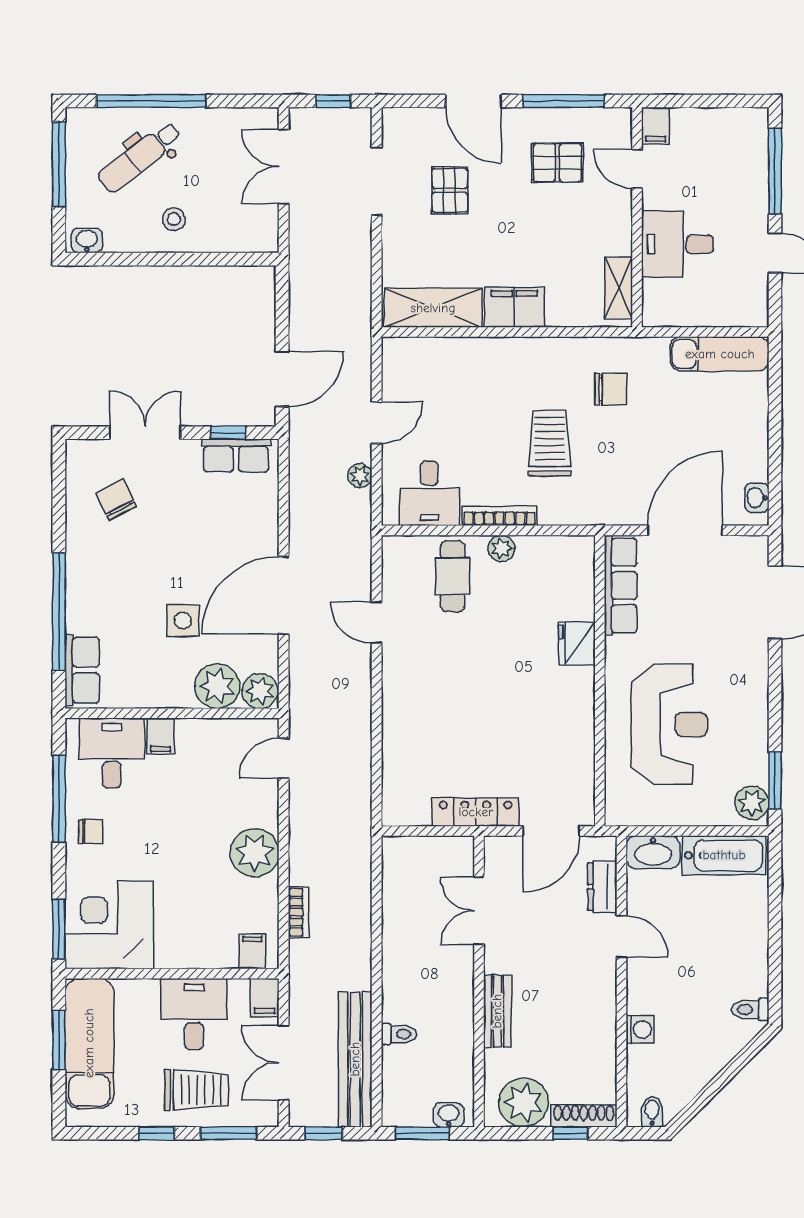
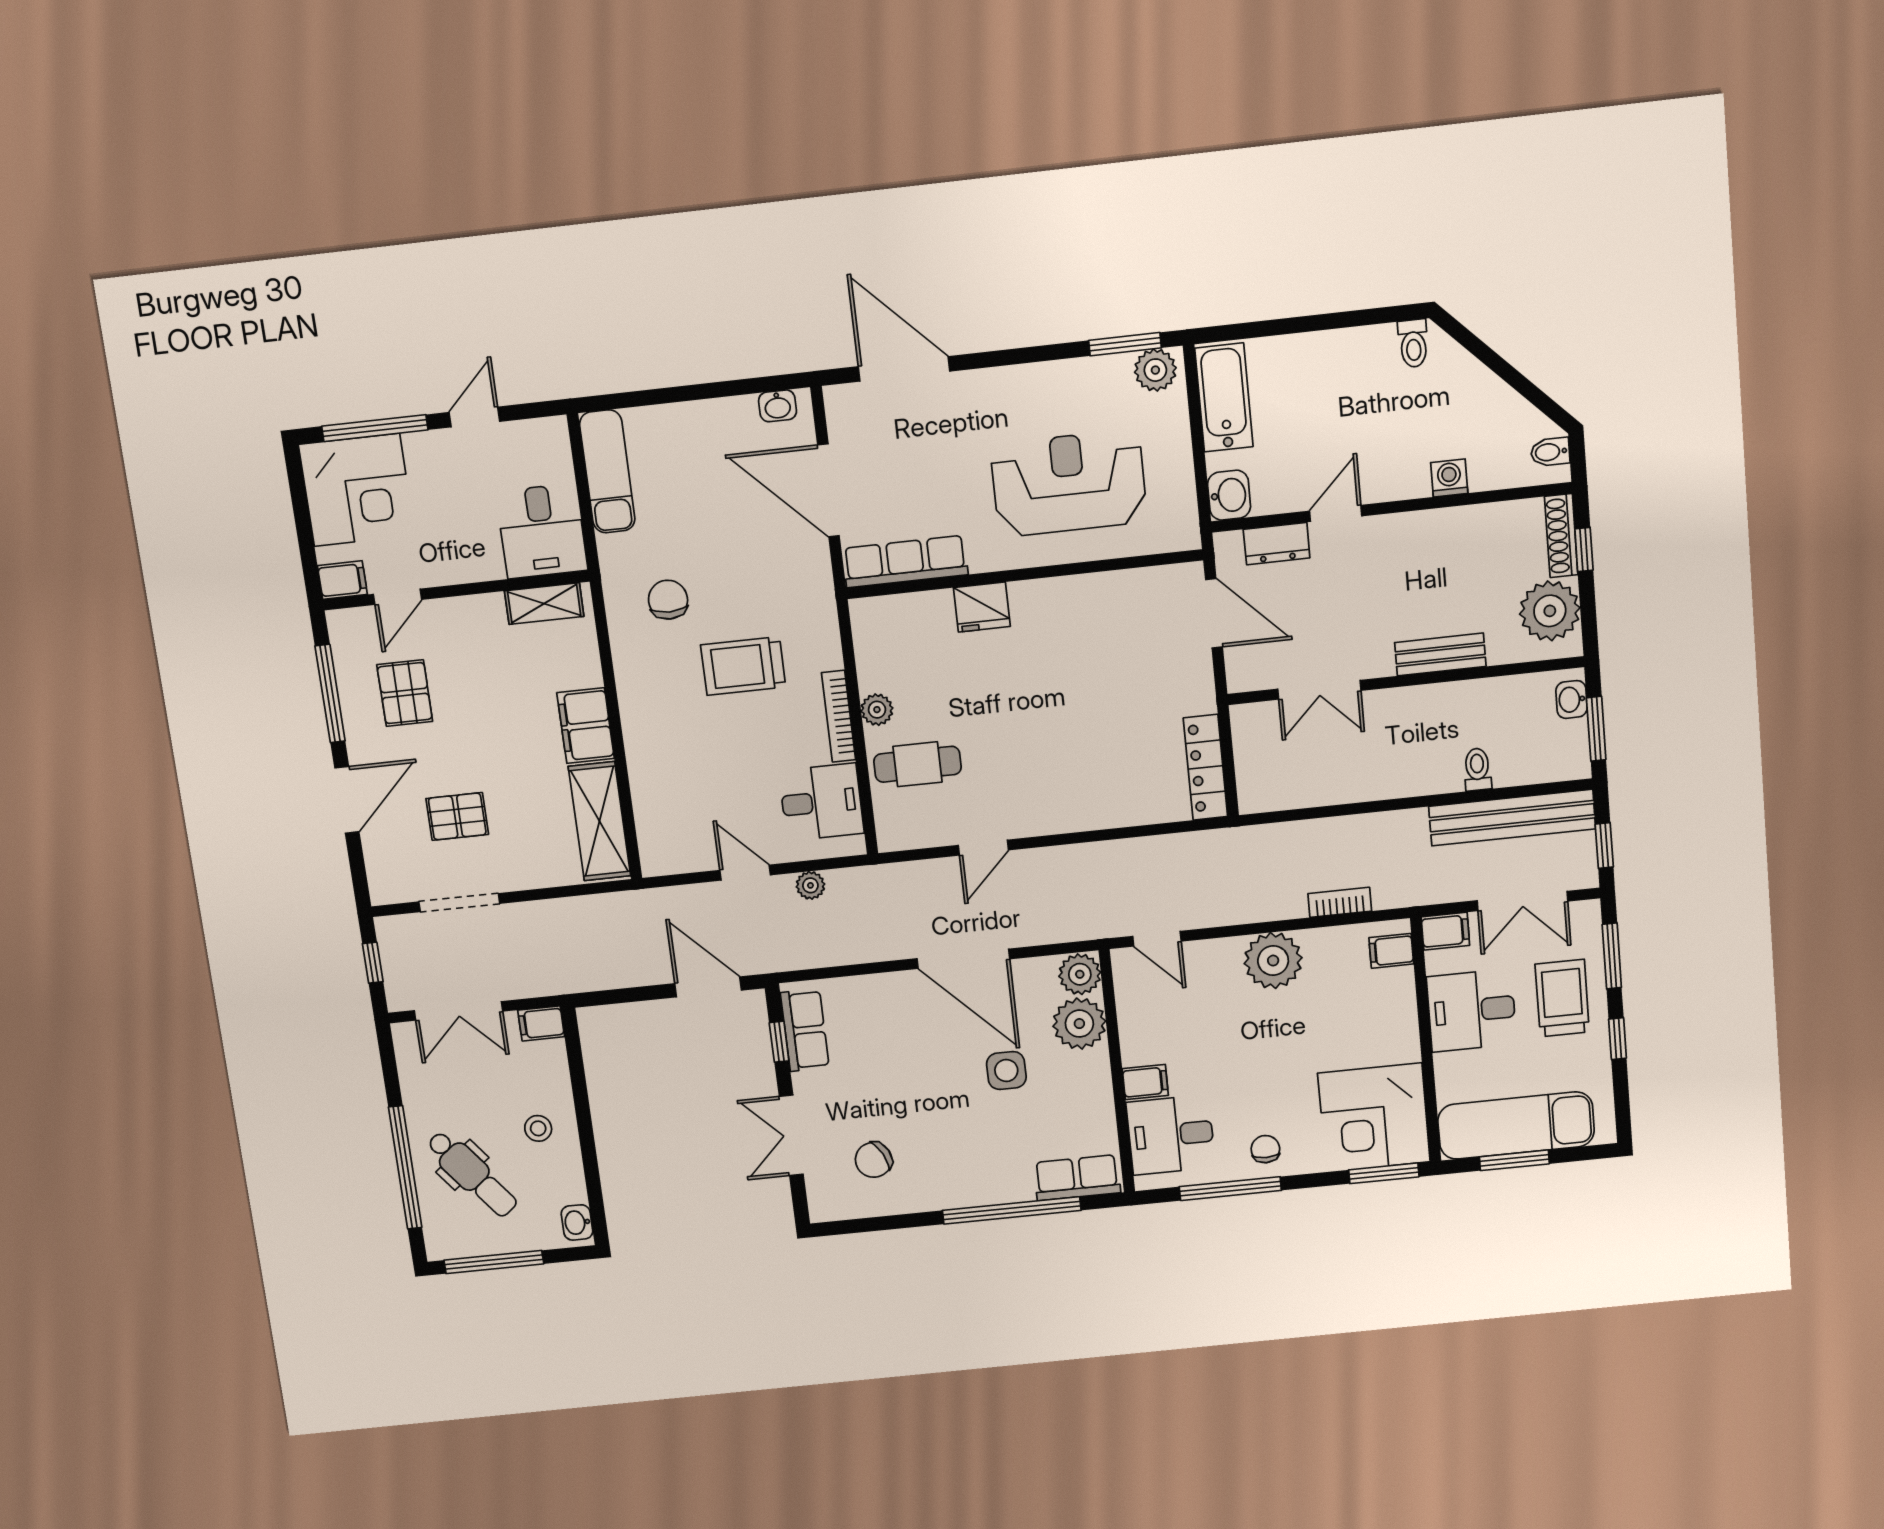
corner desk: (727, 149) -> (357, 490), added
filing cabinet: (265, 235) -> (541, 1023), added
desk: (678, 244) -> (542, 531), moved
locker: (476, 812) -> (1206, 767), moved
washbasin: (653, 852) -> (1229, 495), width x0.72

